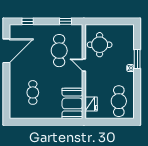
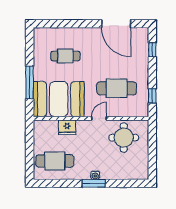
window: (137, 59) -> (94, 183), moved
booth: (72, 103) -> (59, 99), width x1.36, depth x1.42
fridge: (91, 104) -> (67, 127), moved
window: (54, 122) -> (30, 82), added

